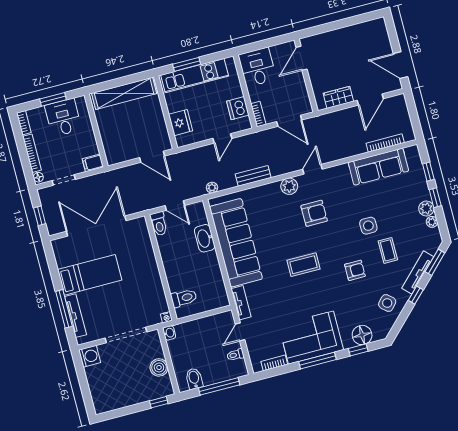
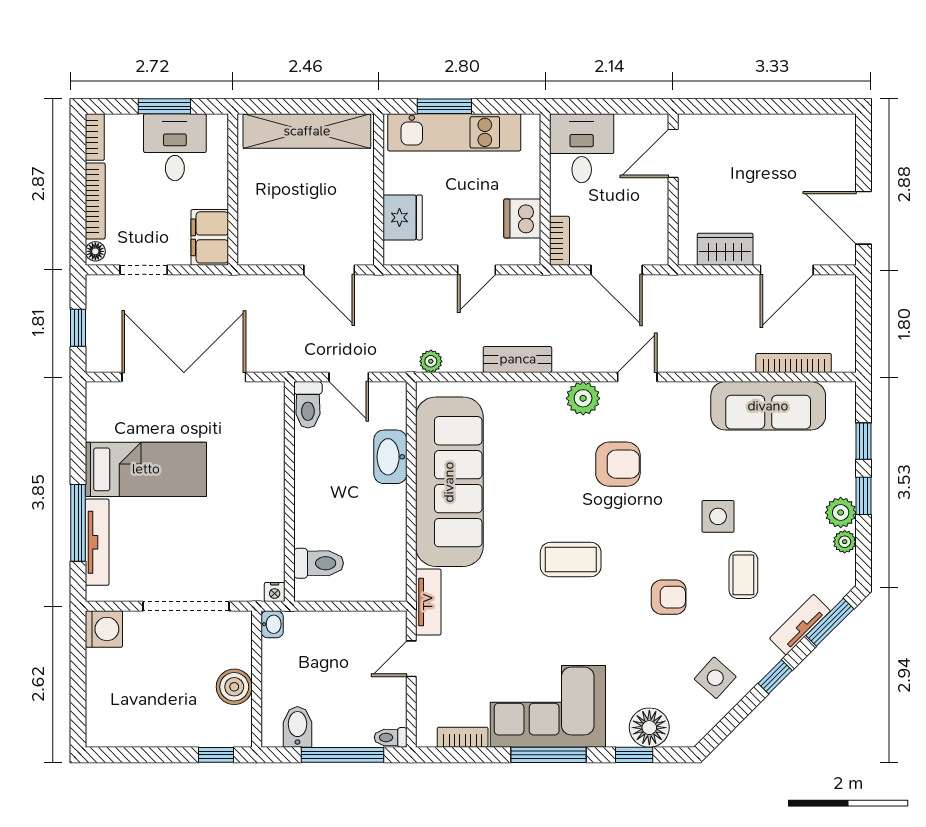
filing cabinet: (93, 163) -> (210, 237), width x2.00
tv unit: (418, 273) -> (800, 625), width x0.71
toilet: (235, 355) -> (391, 737), moved

